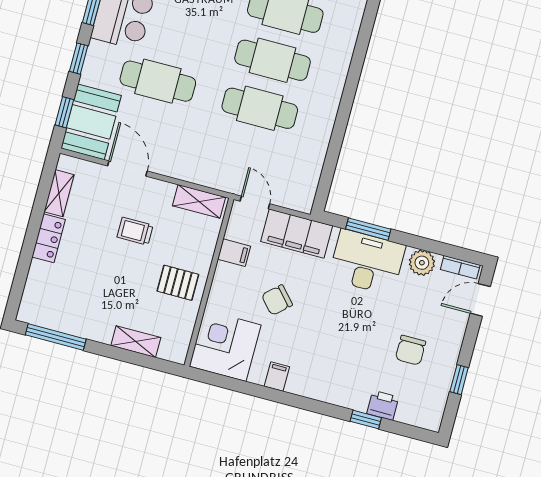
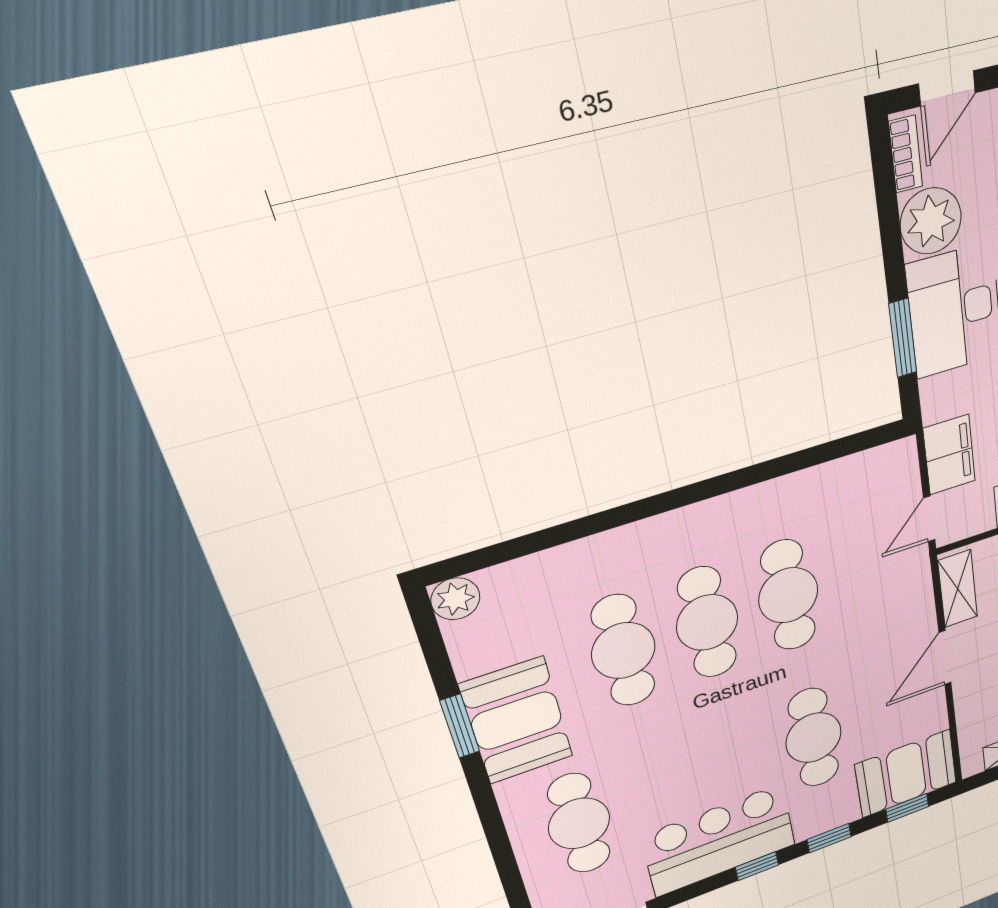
door: (127, 169) -> (945, 658), moved
filing cabinet: (297, 234) -> (949, 455), width x0.67, depth x0.86
plant: (422, 263) -> (931, 221), width x1.36, depth x1.36
door: (480, 300) -> (947, 88), hinge flipped

